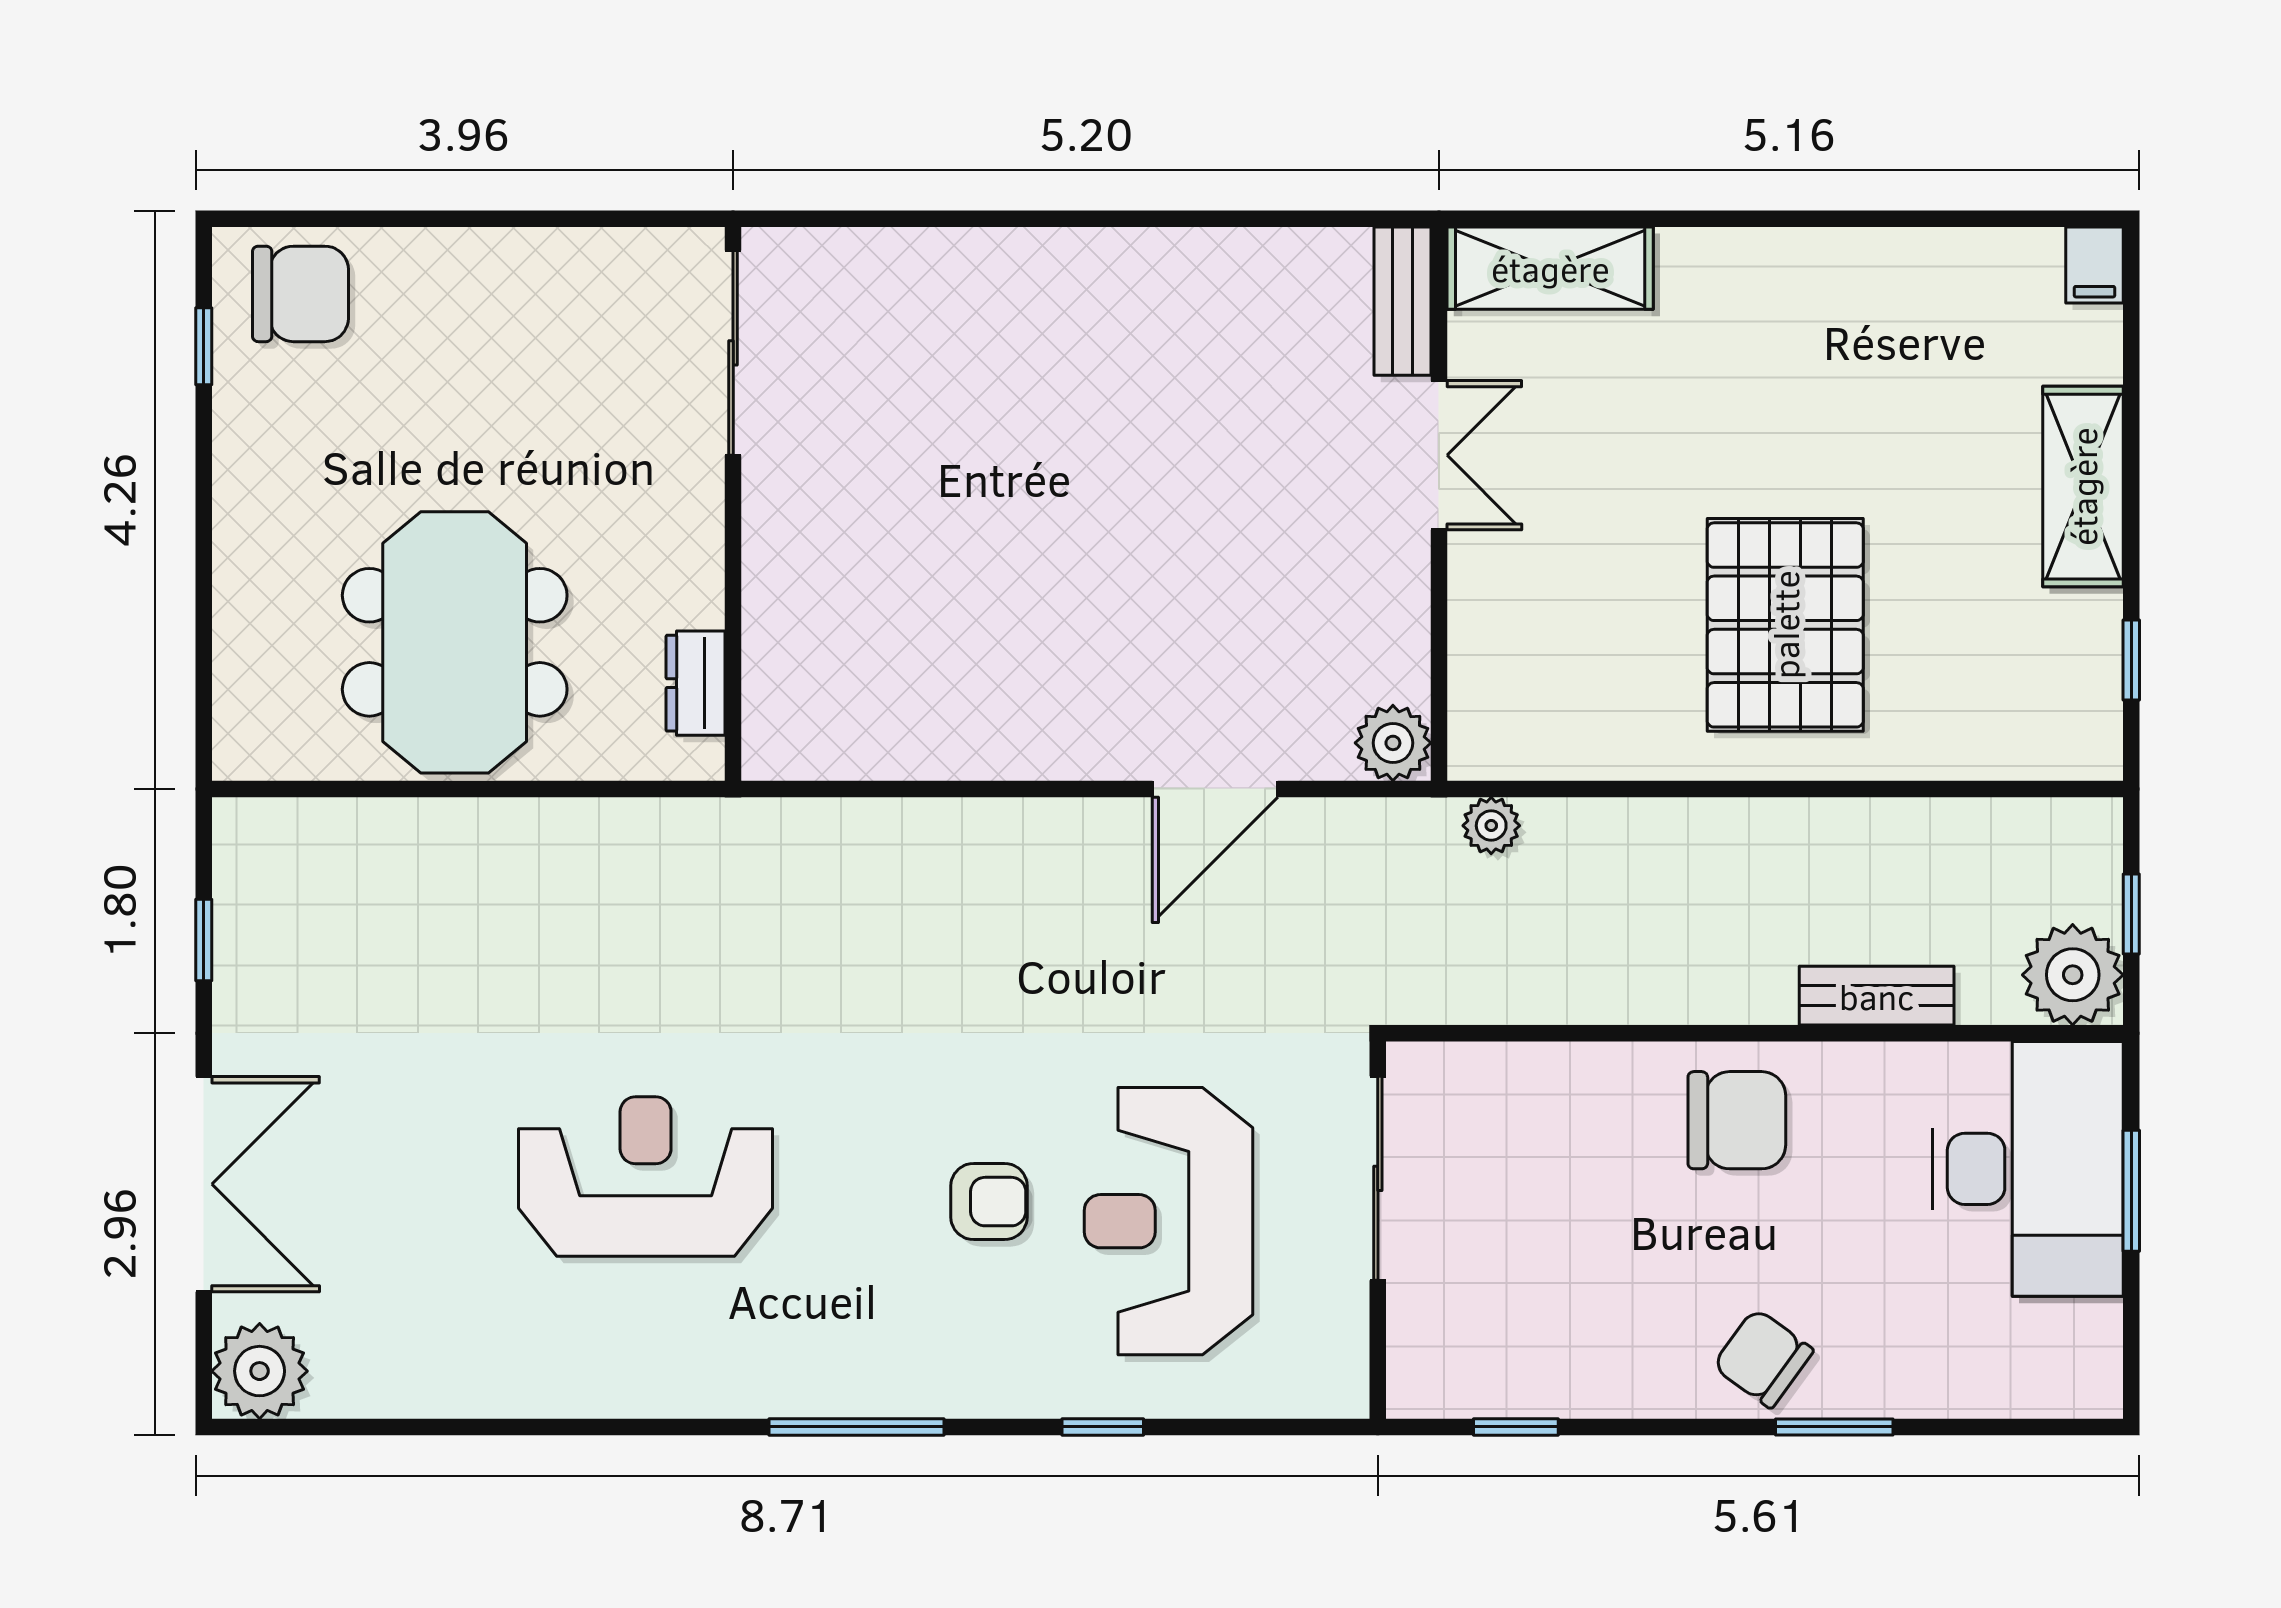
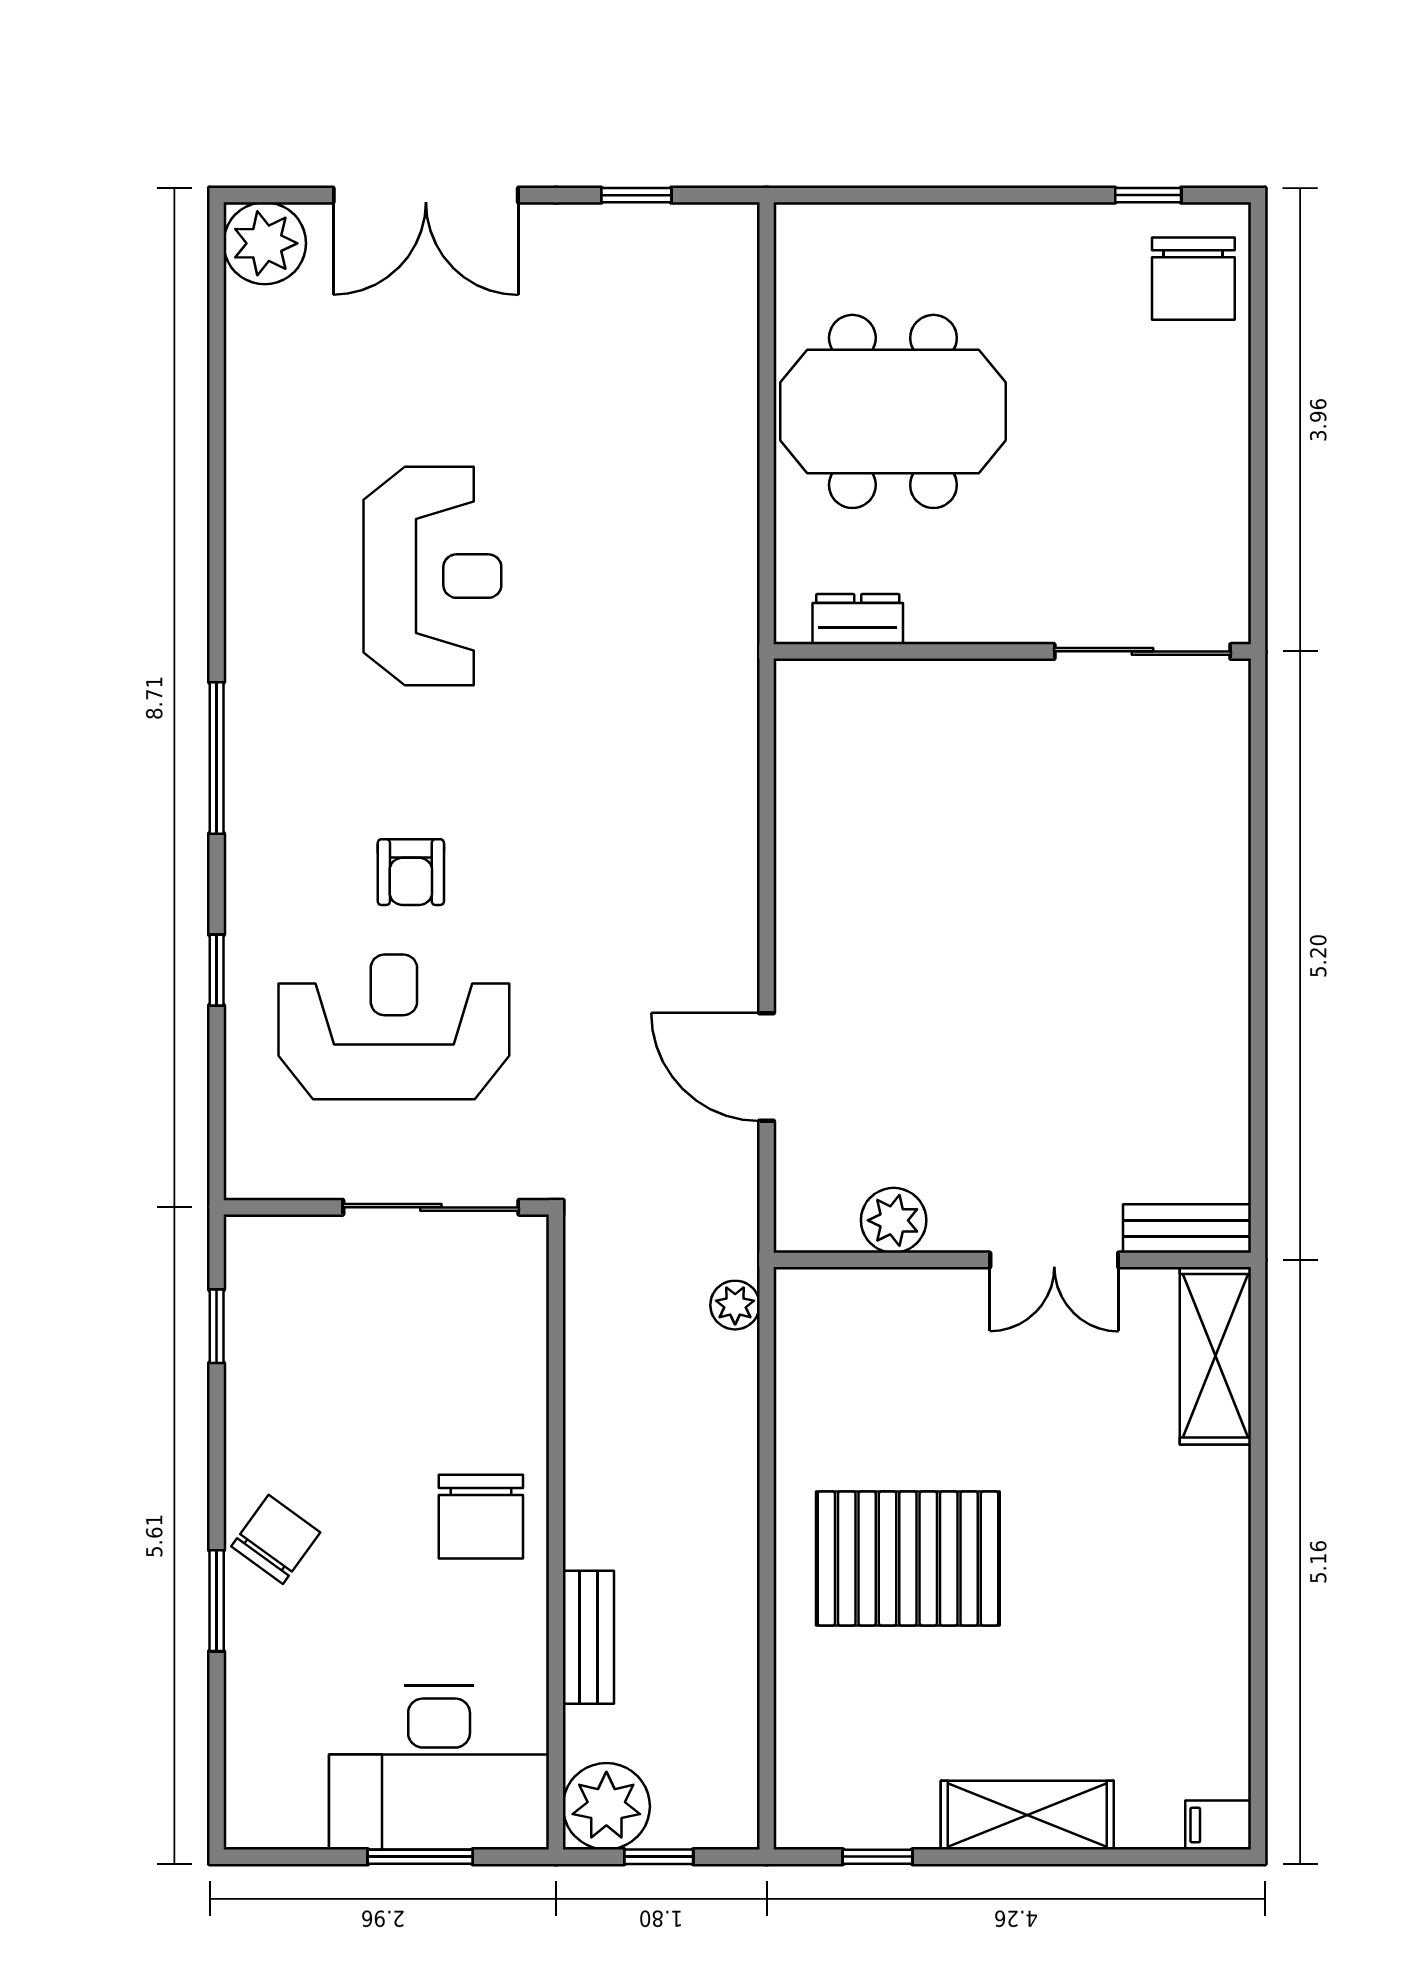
plant: (1393, 743) -> (894, 1220), moved

